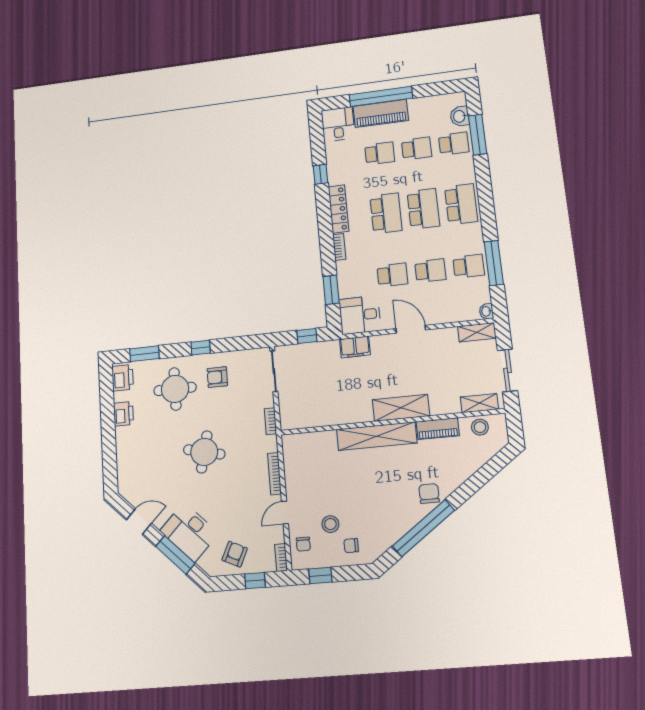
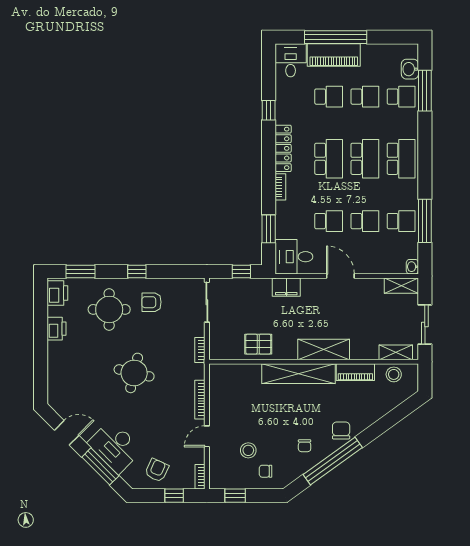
pallet: (331, 409) -> (258, 344), added
chair: (303, 544) -> (305, 446), moved

